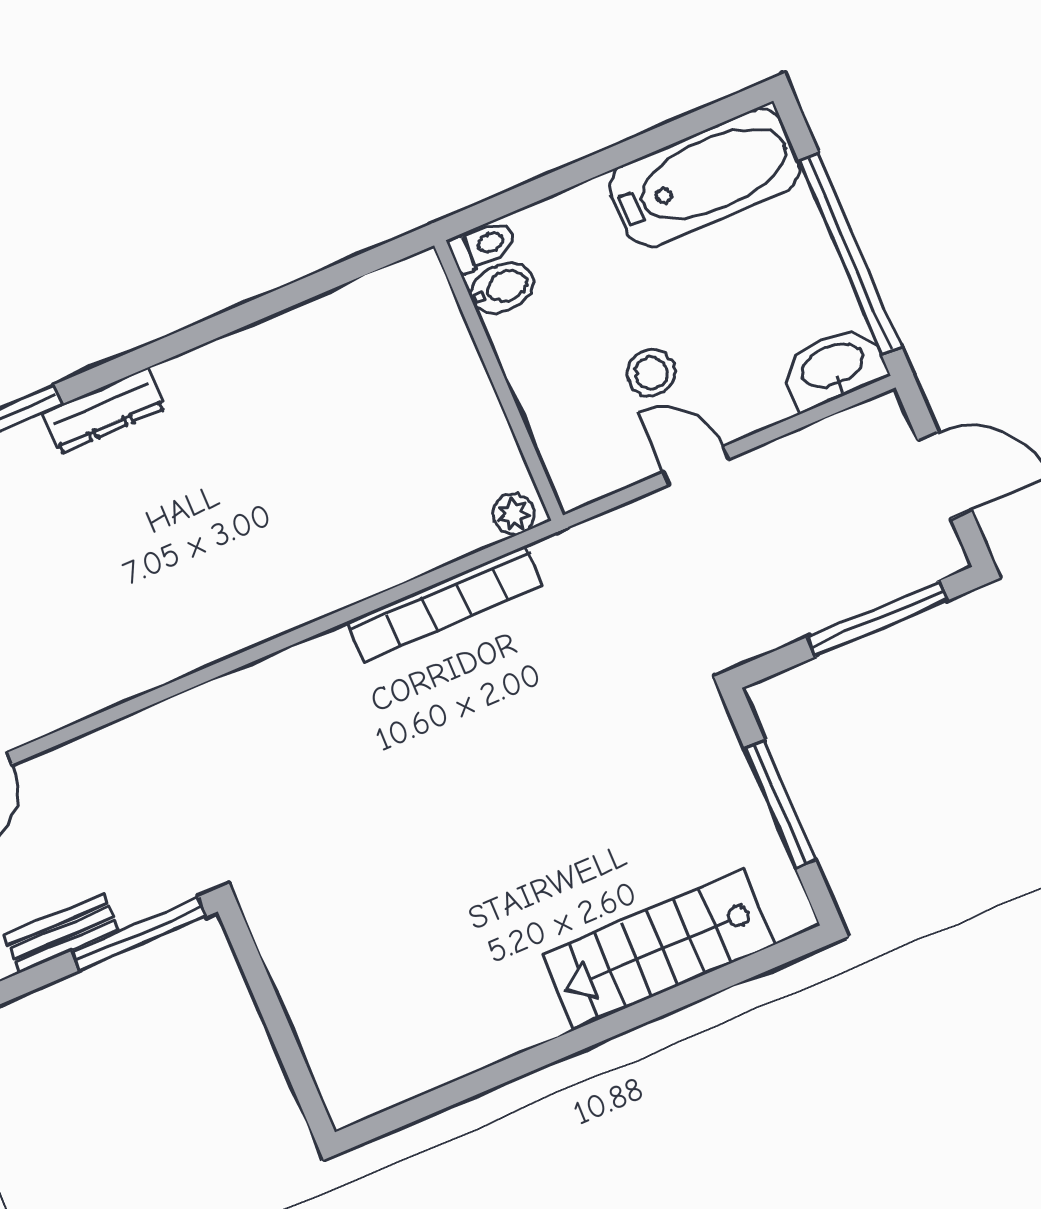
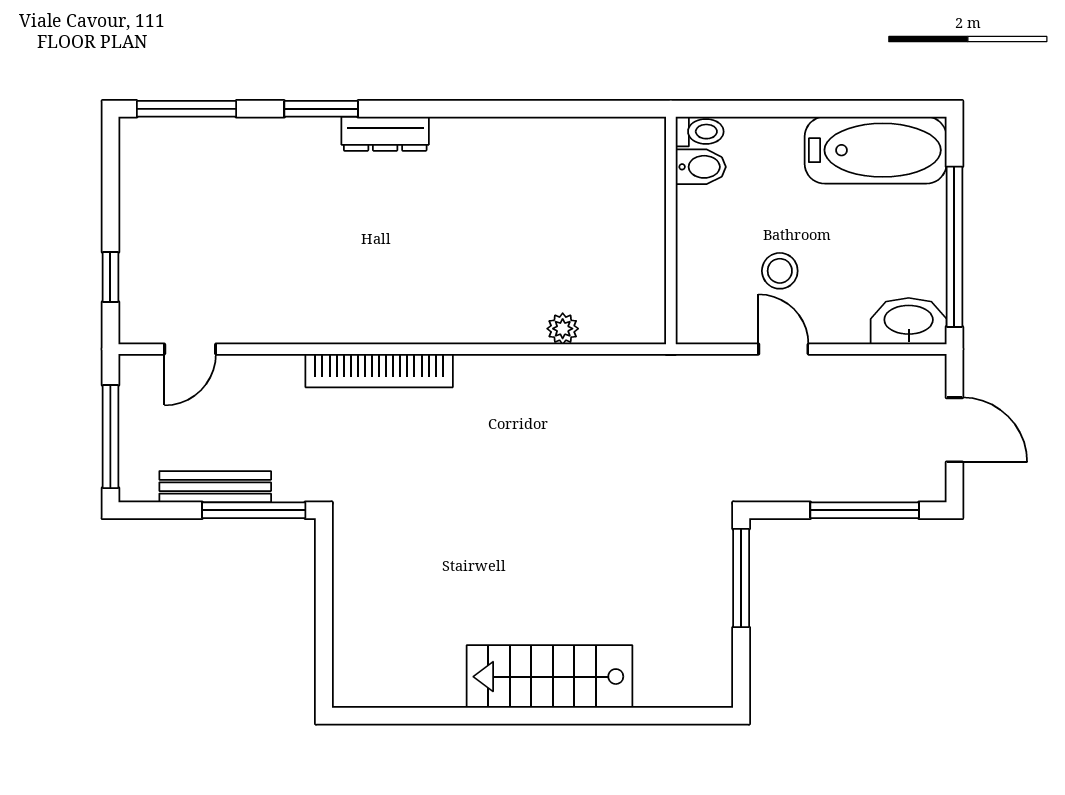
plant: (514, 514) -> (563, 329), moved
bookcase: (445, 603) -> (379, 371), moved
window: (780, 804) -> (741, 578), moved
bench: (62, 933) -> (215, 487), width x1.36
stairs: (658, 950) -> (549, 677), moved

